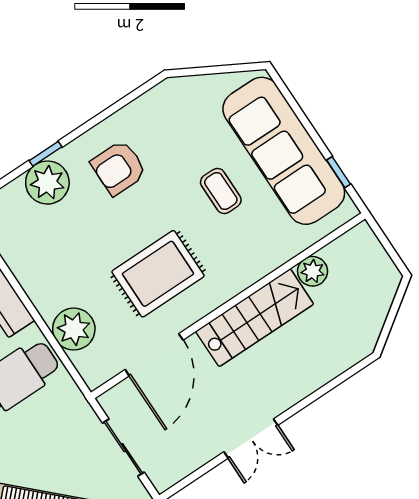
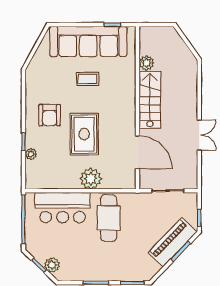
plant: (47, 183) -> (31, 154), width x0.53, depth x0.53
rug: (158, 274) -> (84, 134), moved
plant: (74, 329) -> (91, 179), moved

